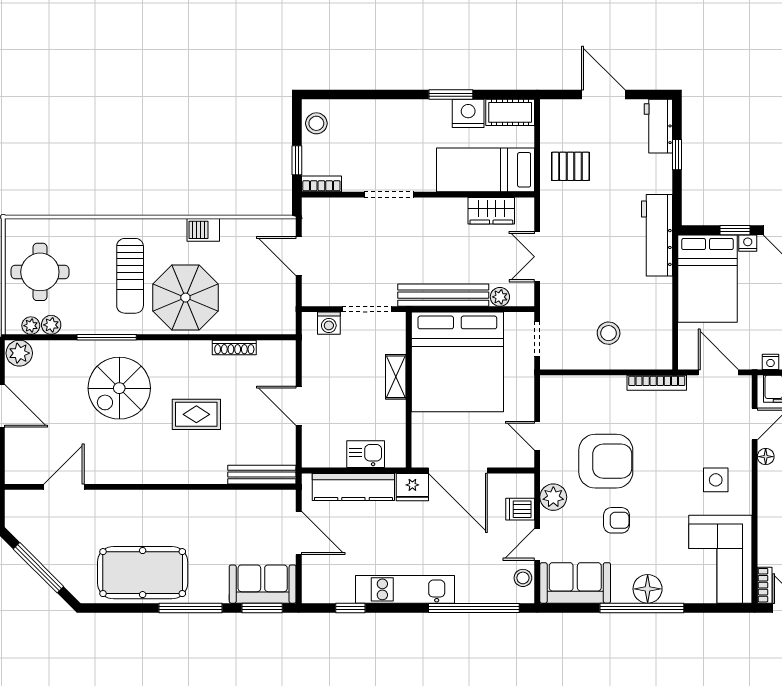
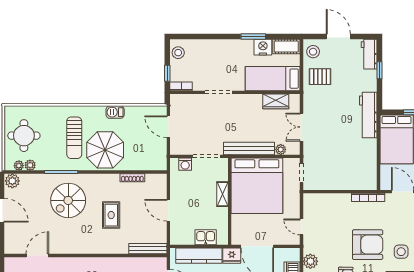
stool: (609, 333) -> (313, 52), moved
rug: (196, 414) -> (111, 215), turned 90
armchair: (606, 461) -> (368, 245), moved

